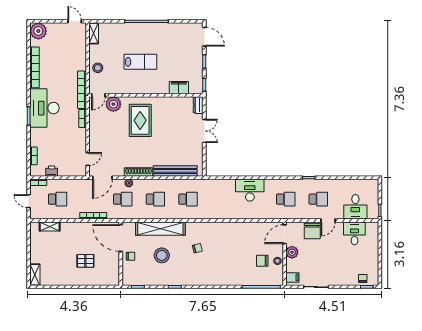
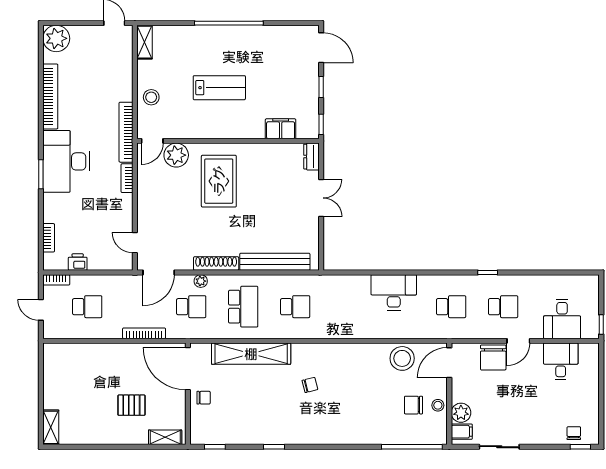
door: (88, 159) -> (135, 243), swing flipped
school desk: (155, 199) -> (243, 307), width x1.85
shelving: (50, 226) -> (165, 437), moved
plant: (292, 252) -> (461, 413), moved
stool: (162, 255) -> (402, 358), moved

